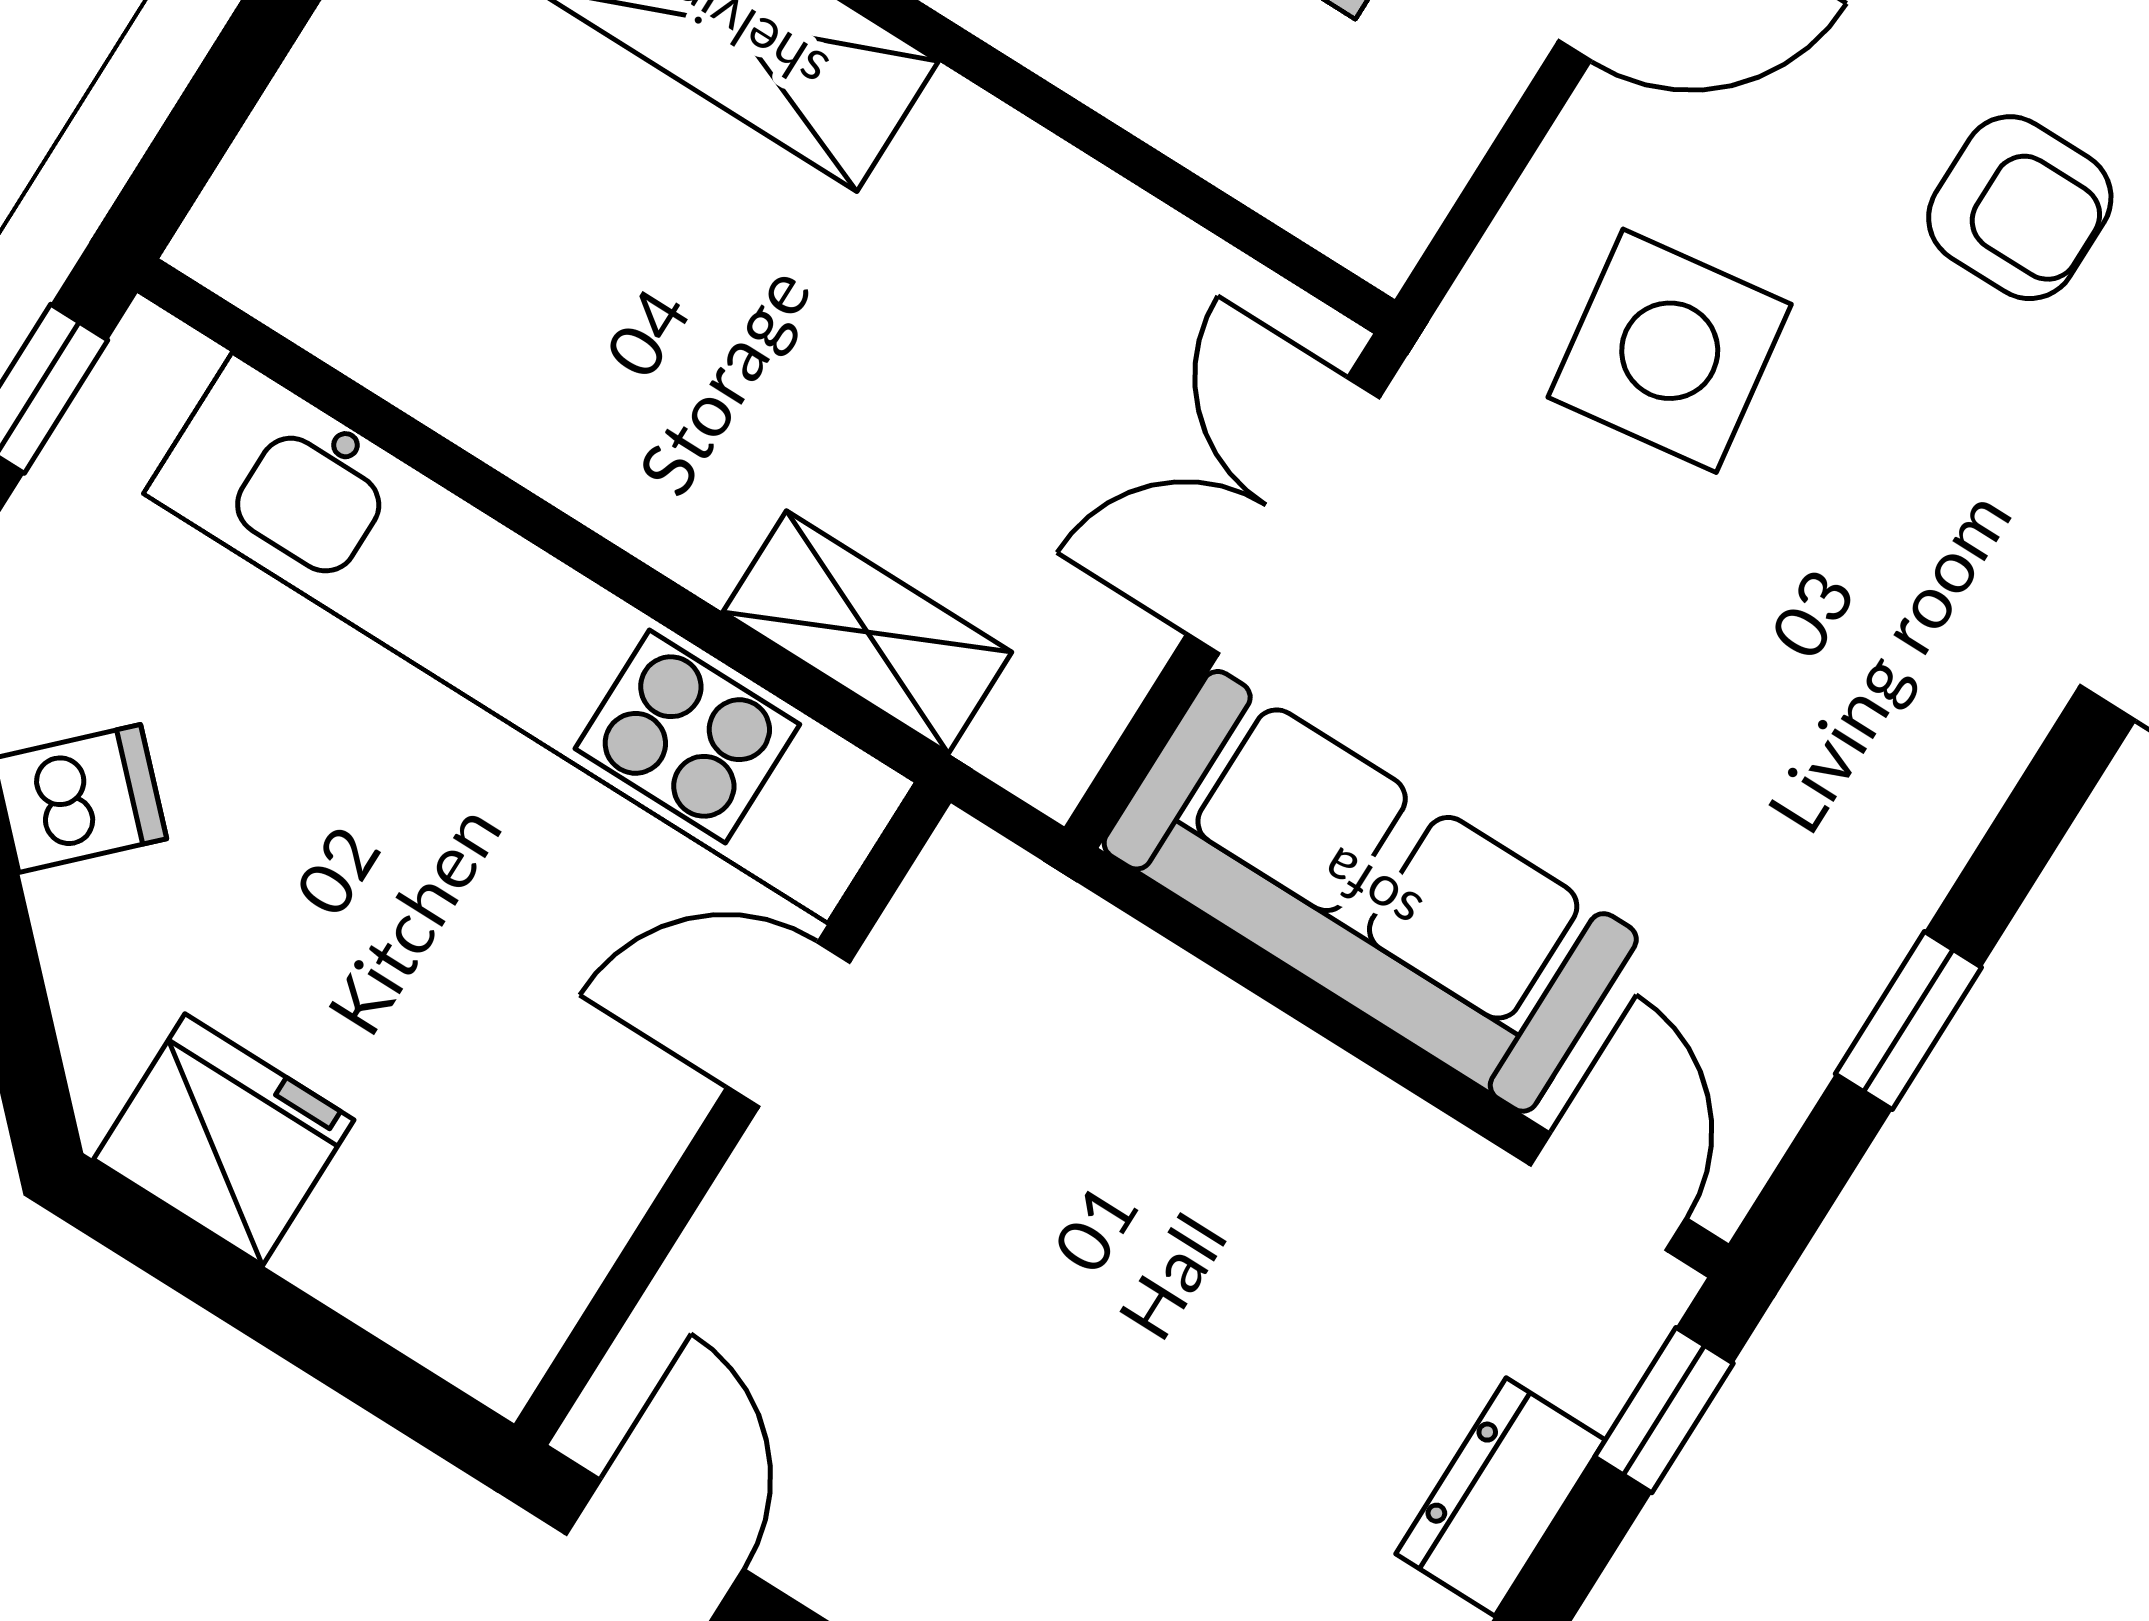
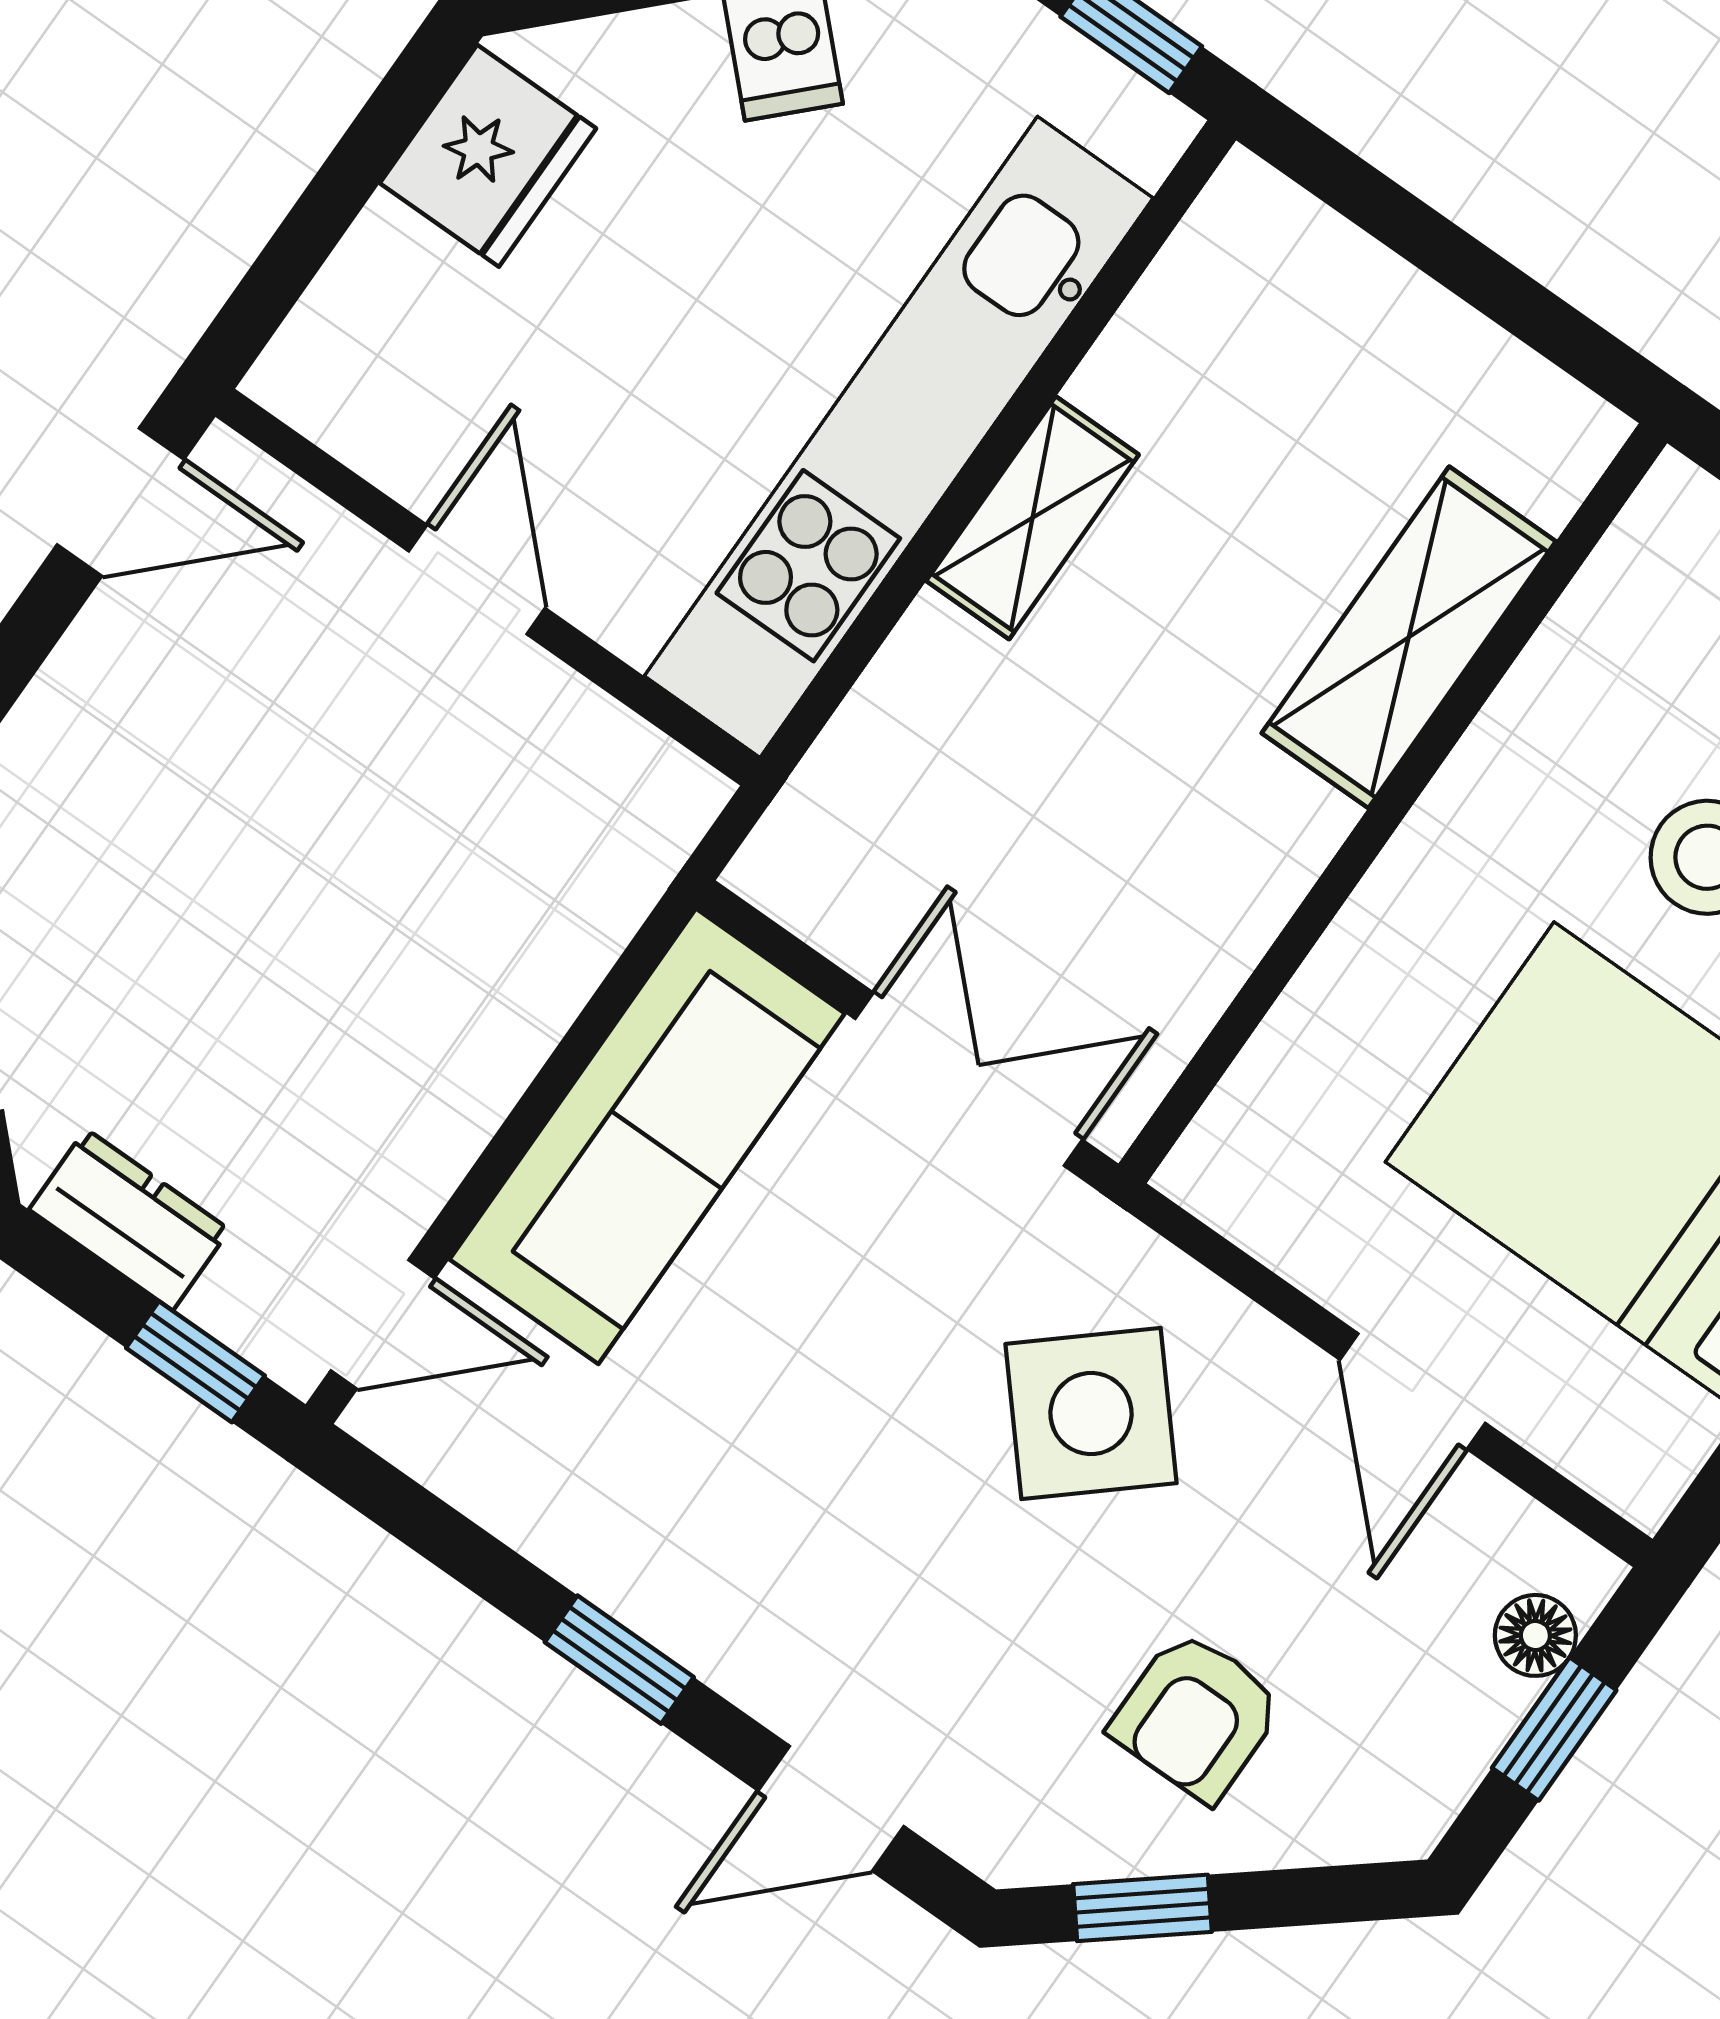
side table: (1670, 351) -> (1091, 1414), turned -33
shelving: (867, 632) -> (1032, 518), moved
window: (1908, 1021) -> (619, 1660), moved
door: (788, 1024) -> (477, 580), moved

